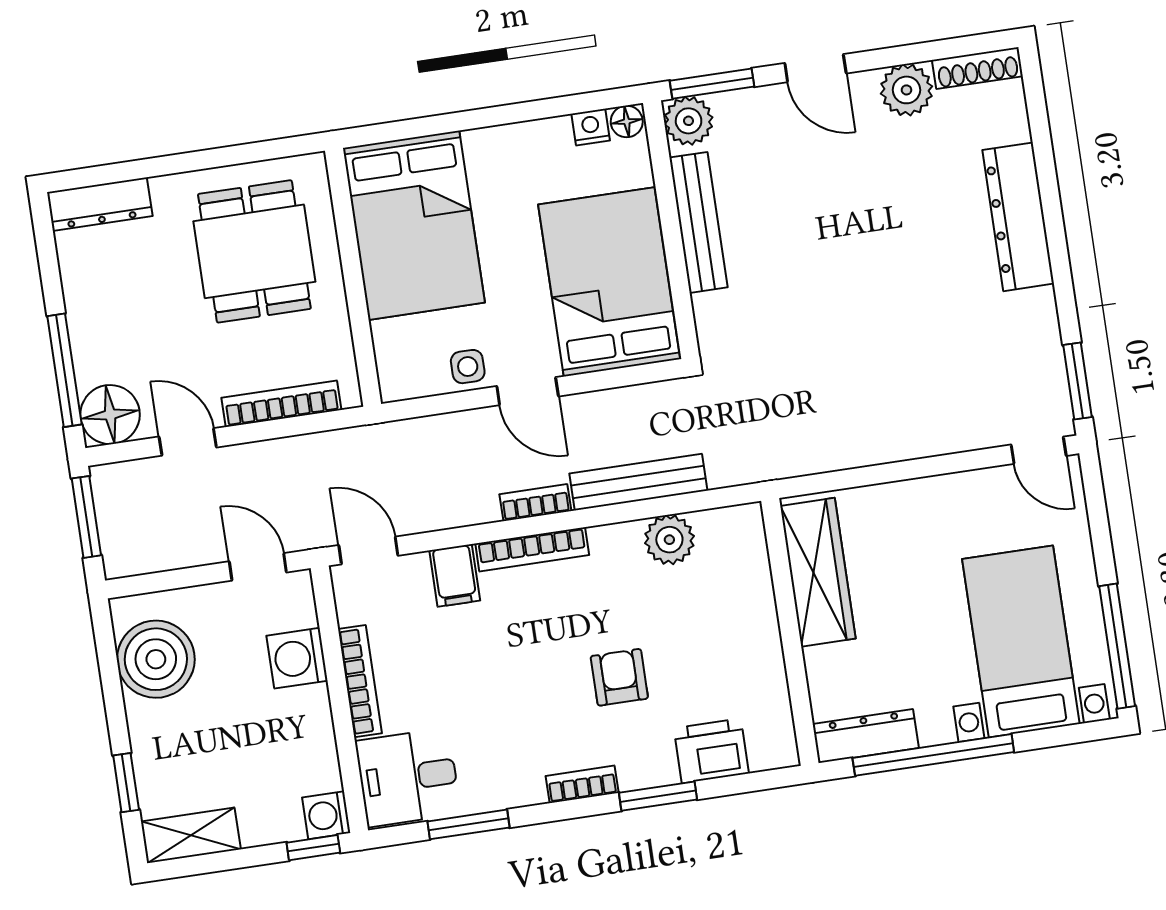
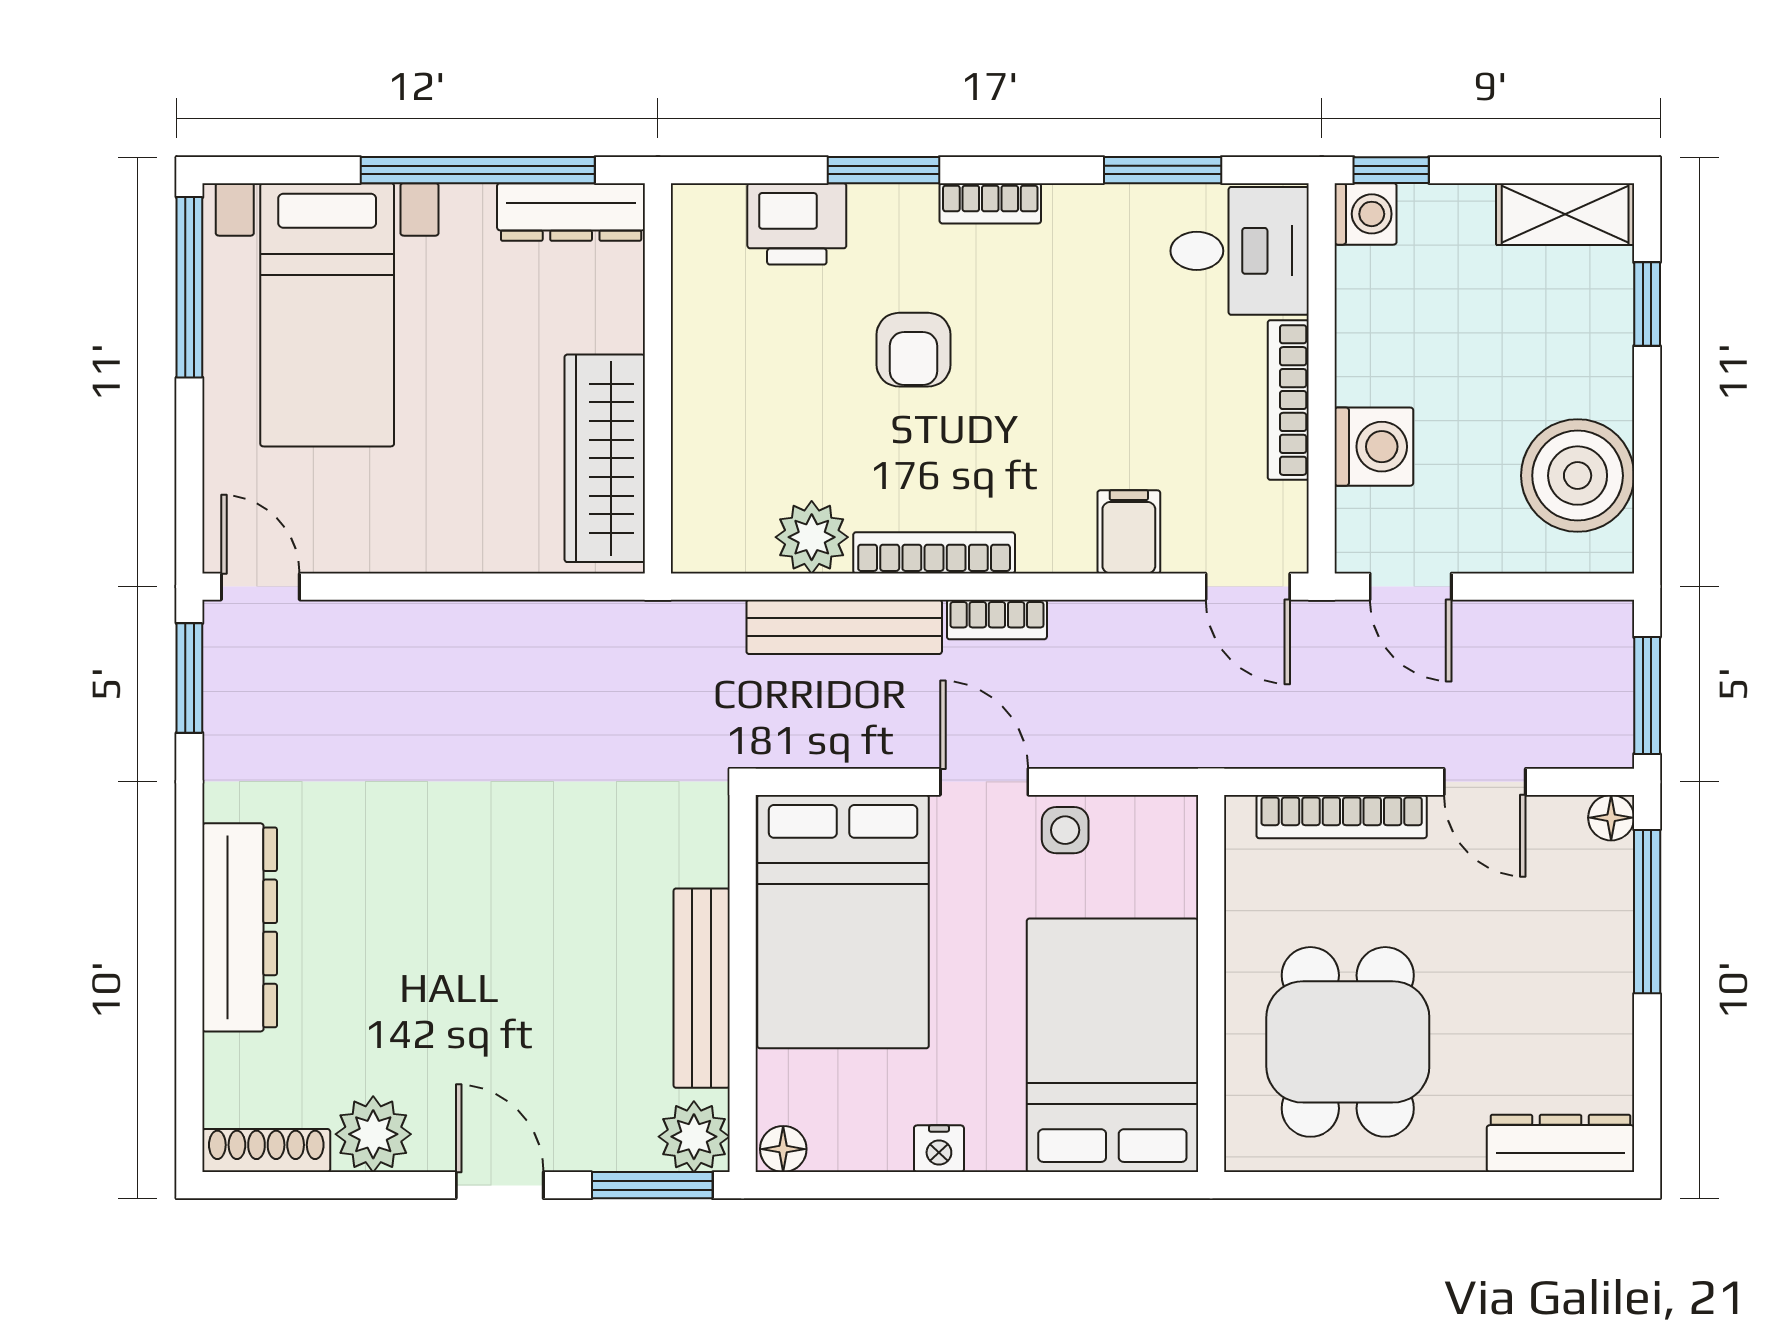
nightstand: (591, 127) -> (939, 1149), moved
floor lamp: (110, 415) -> (1611, 818), width x0.53, depth x0.53
bookcase: (532, 549) -> (934, 553), moved

